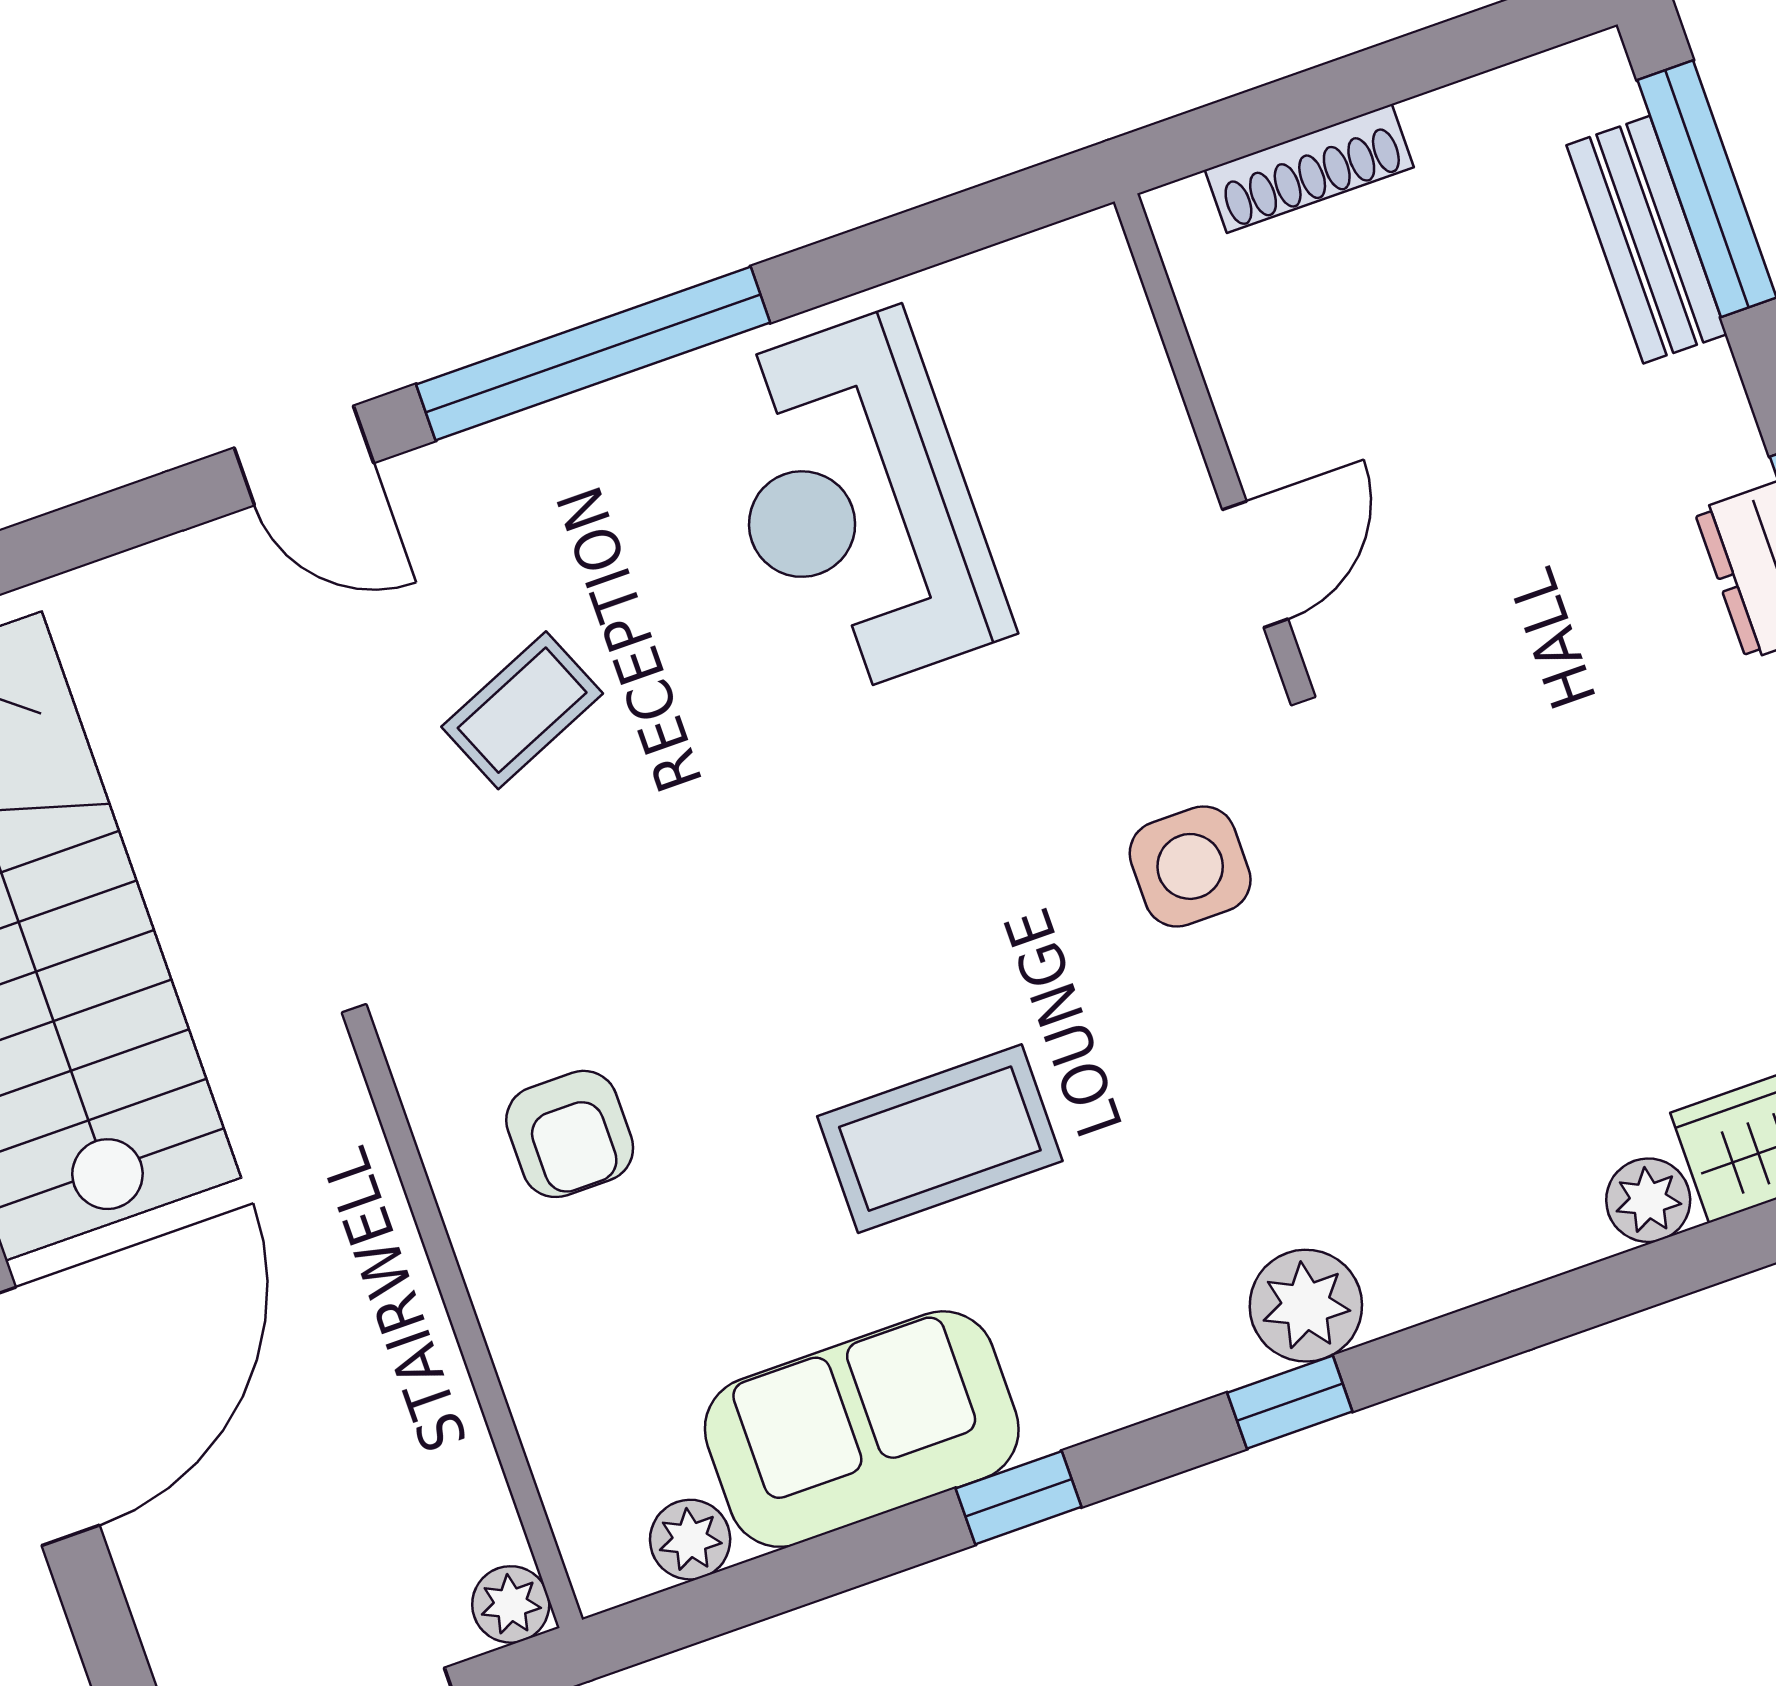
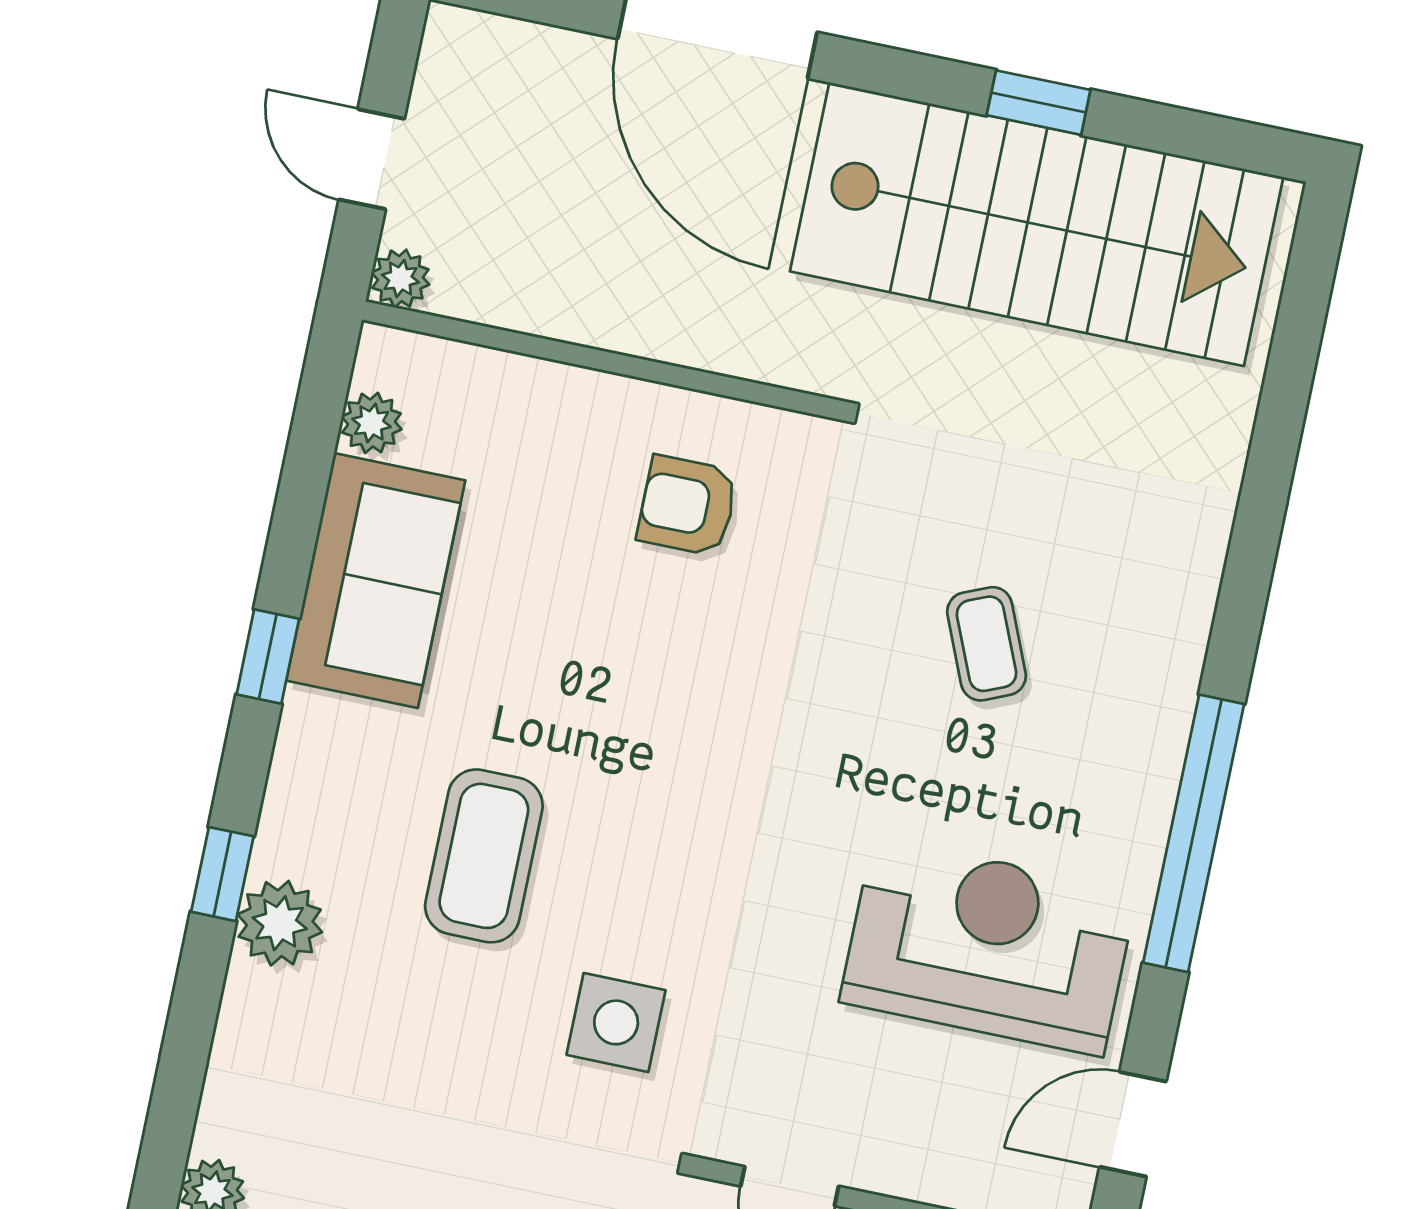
door: (304, 455) -> (1133, 1124), moved
coffee table: (940, 1139) -> (484, 856), moved

